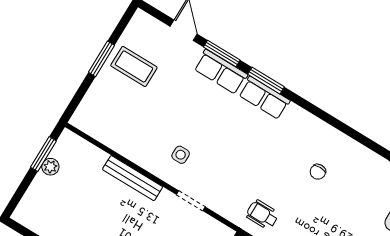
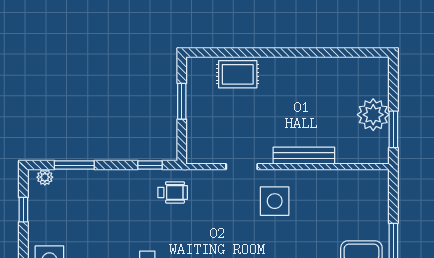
side table: (181, 155) -> (275, 201), width x1.87, depth x1.87
plant: (50, 167) -> (373, 115), width x1.88, depth x1.88

